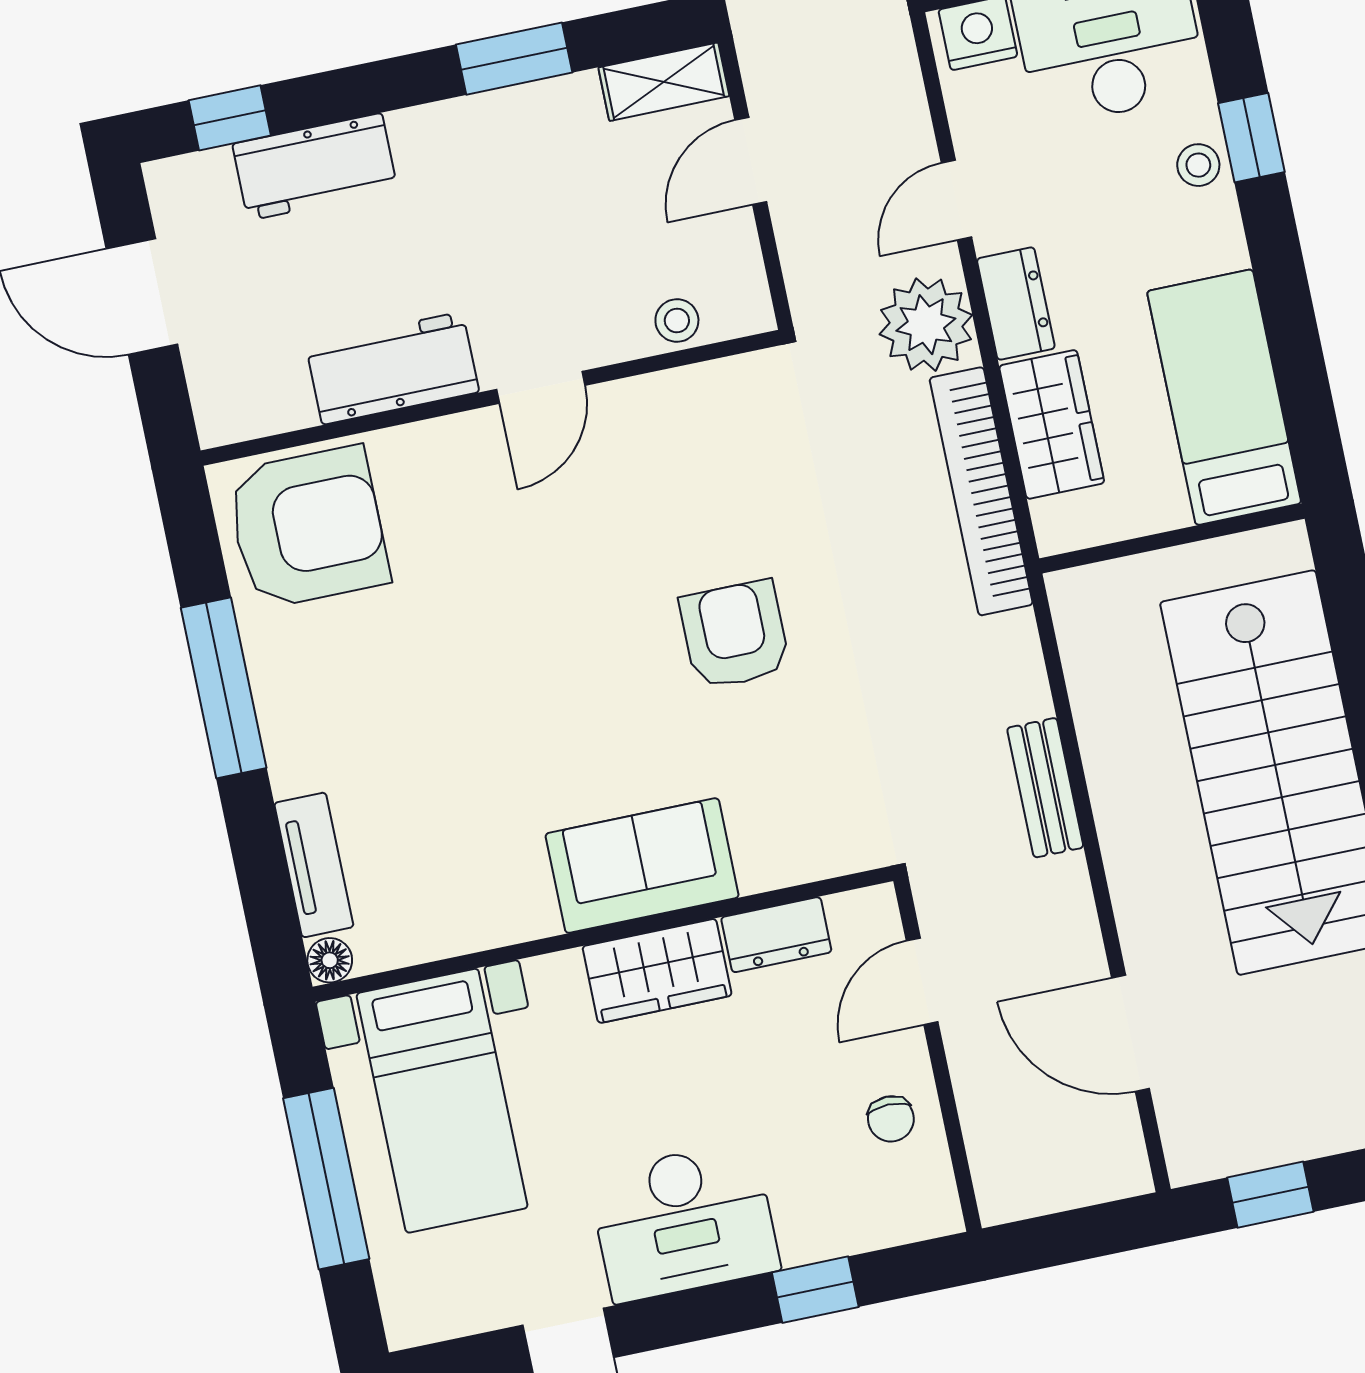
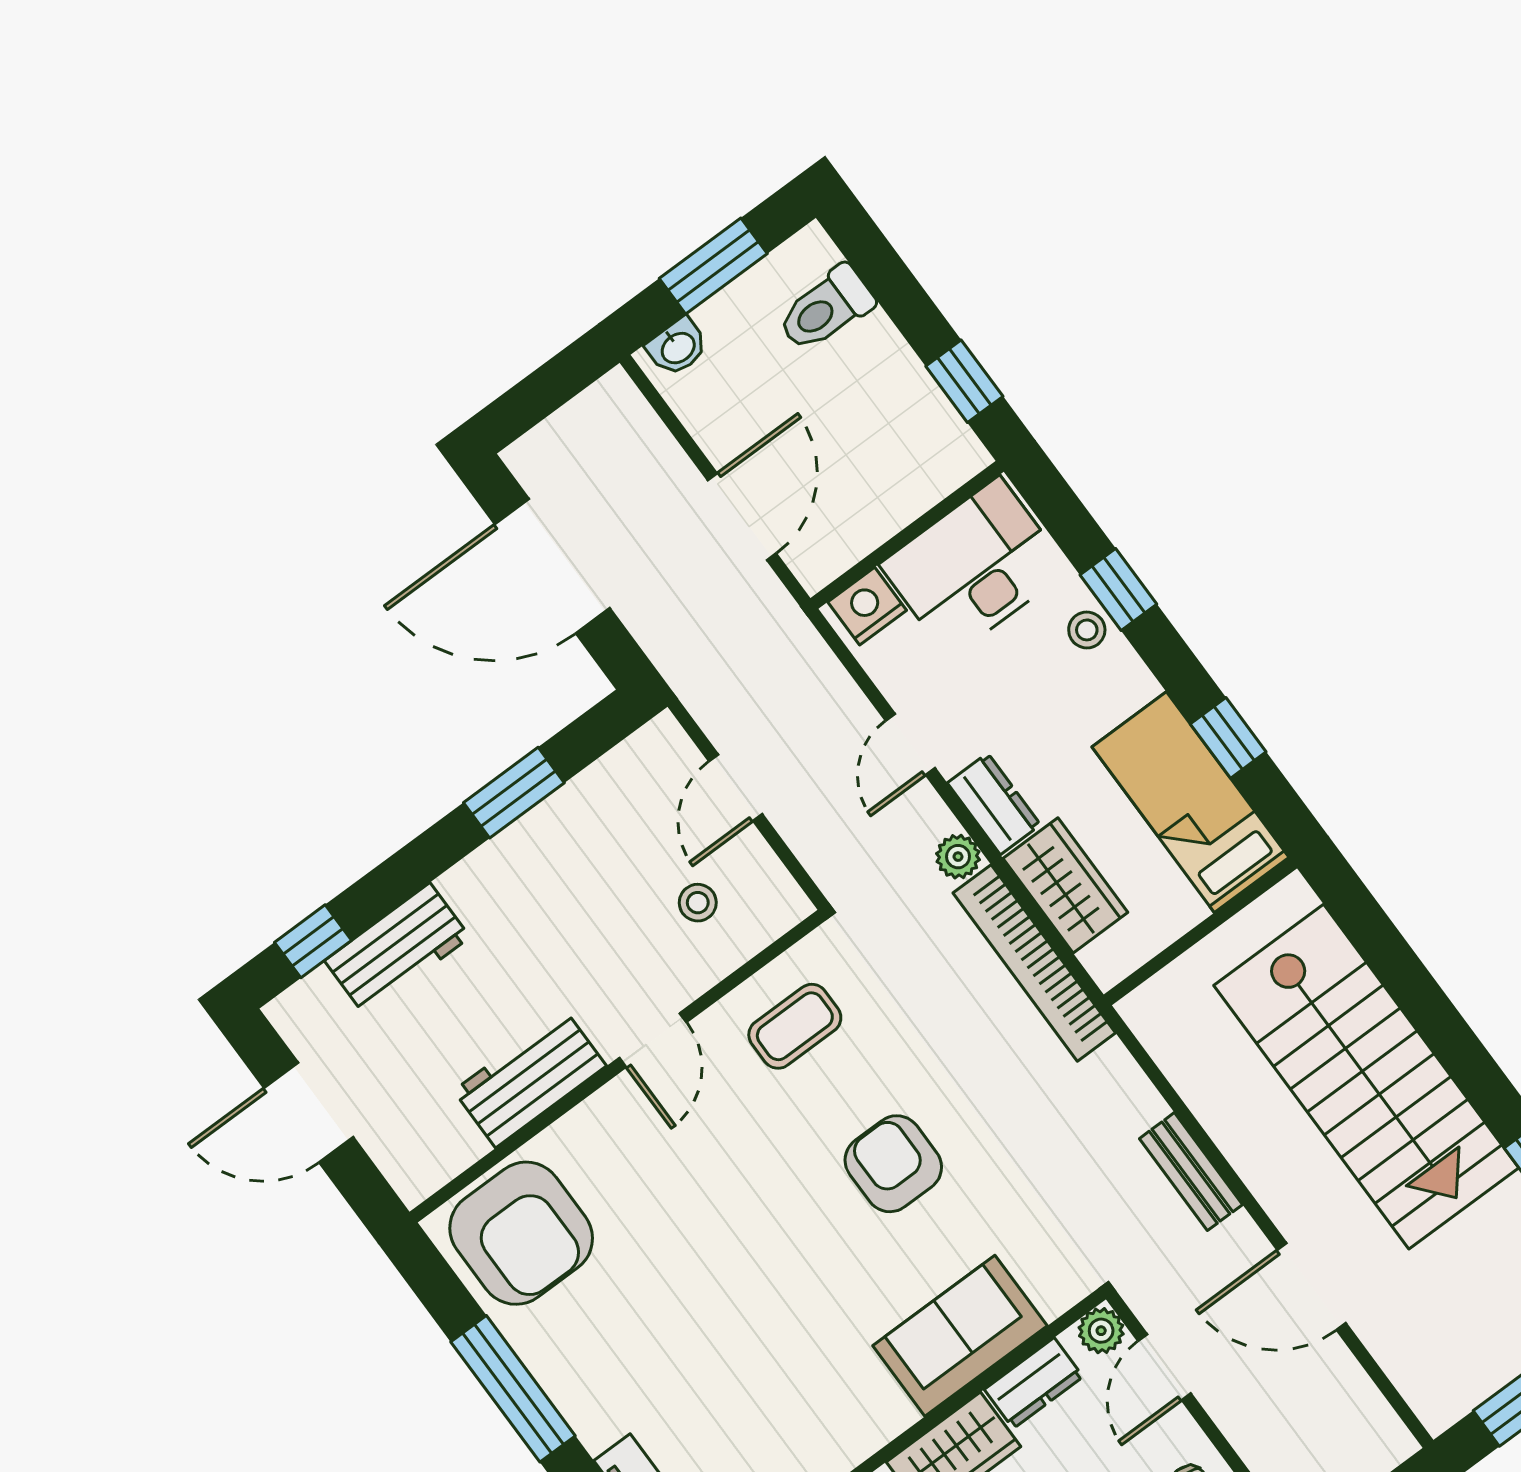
shelving: (664, 82) -> (639, 757), removed
stool: (677, 321) -> (698, 903), moved
plant: (926, 325) -> (958, 857), width x0.53, depth x0.53
window: (1295, 348) -> (1228, 738), added
coffee table: (697, 442) -> (795, 1026), added
armchair: (308, 527) -> (521, 1233), turned 90
sofa: (642, 866) -> (960, 1336), moved
plant: (873, 912) -> (1101, 1331), added
door: (1130, 1033) -> (1312, 1287), moved

